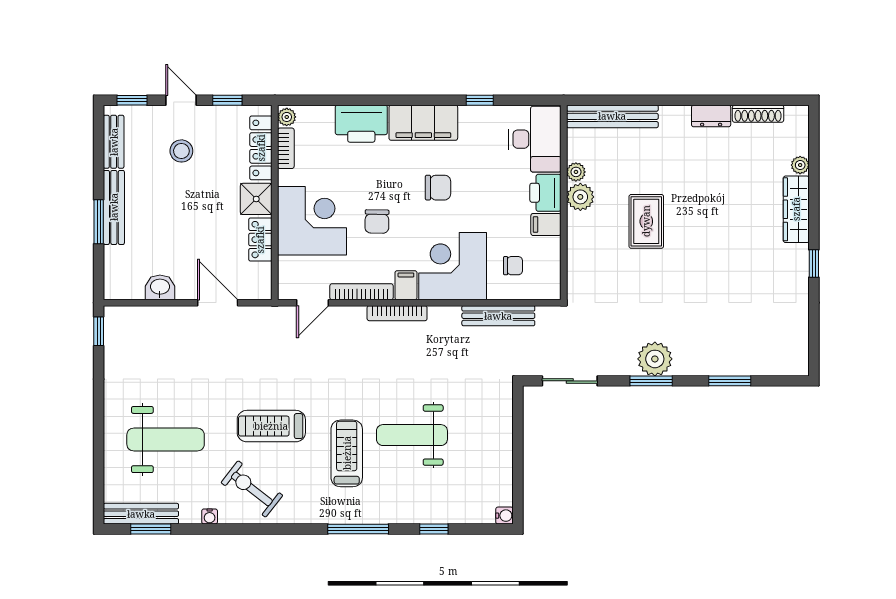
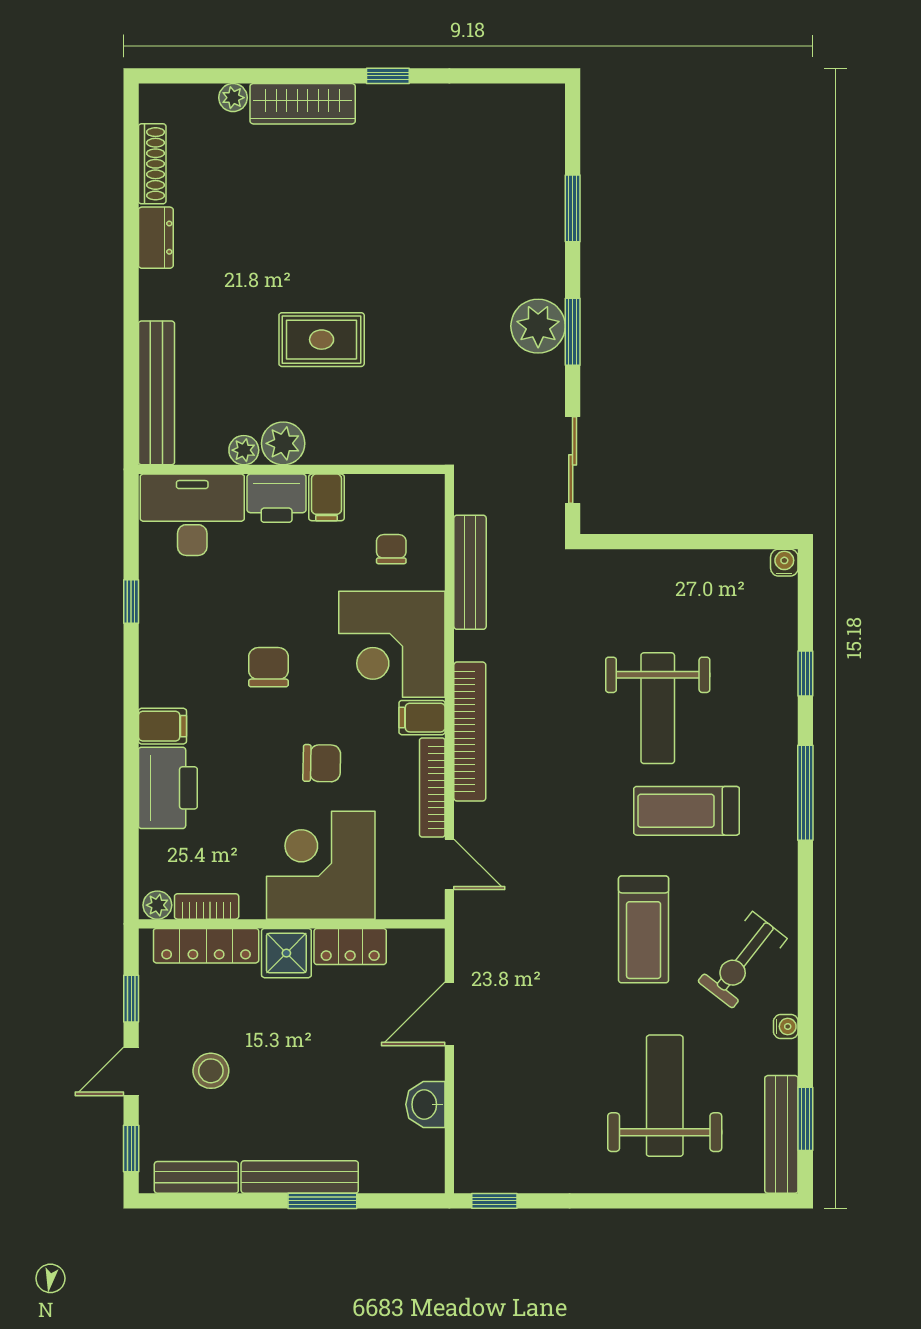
filing cabinet: (423, 123) -> (162, 726), width x0.33, depth x0.86
bookcase: (397, 313) -> (470, 732), width x1.48, depth x1.31

